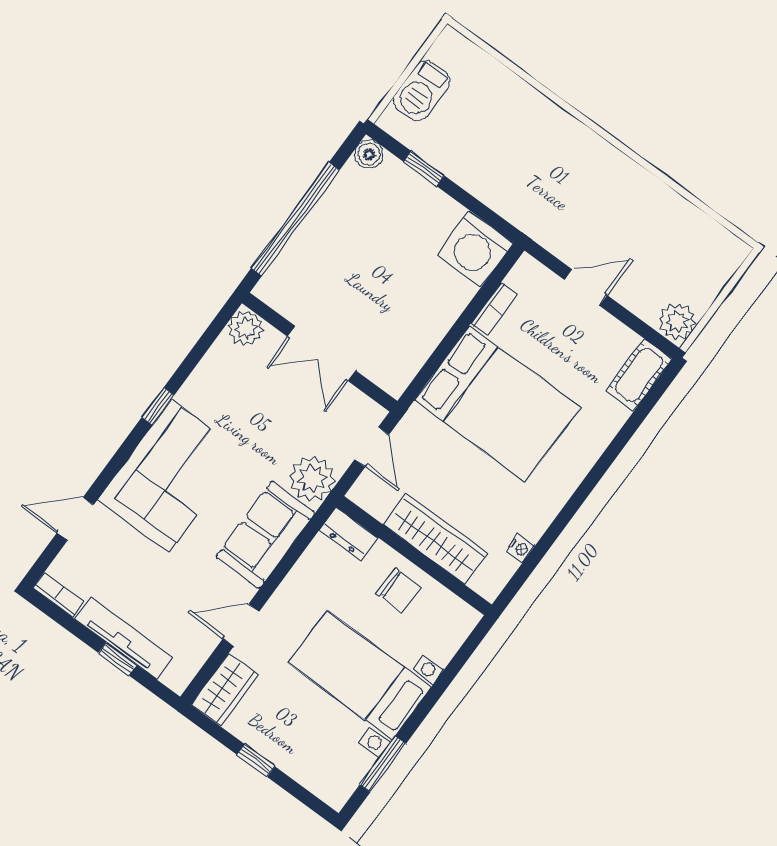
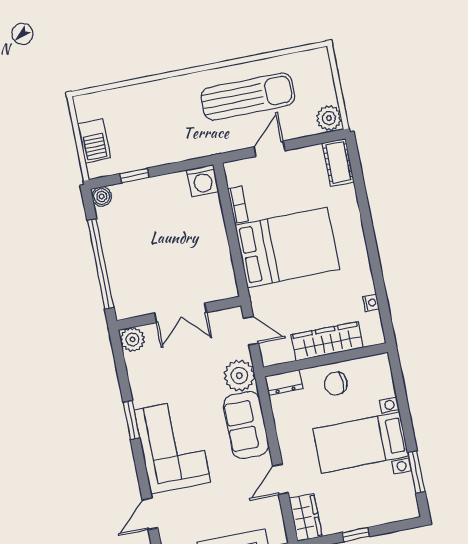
sun lounger: (621, 213) -> (248, 97), added
washing machine: (475, 249) -> (203, 181), width x0.73, depth x0.73
window: (158, 406) -> (131, 420), width x1.50
chair: (399, 590) -> (336, 384), turned 180

